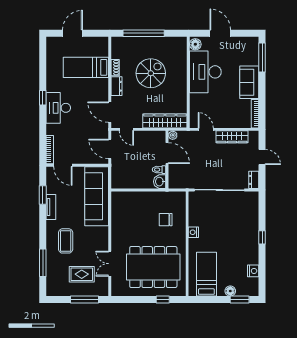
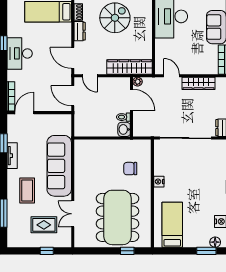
door: (63, 165) -> (24, 113), swing flipped
sofa: (97, 196) -> (59, 166), moved
dining table: (153, 267) -> (118, 217), turned 90
floor lamp: (230, 291) -> (215, 242), moved
window: (85, 300) -> (47, 251), width x0.46

